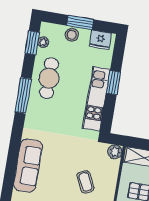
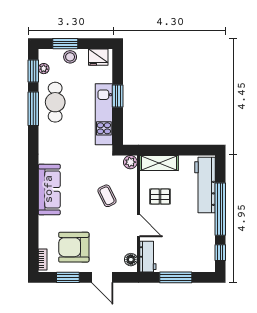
window: (80, 22) -> (65, 44), moved
window: (23, 95) -> (33, 109), moved

